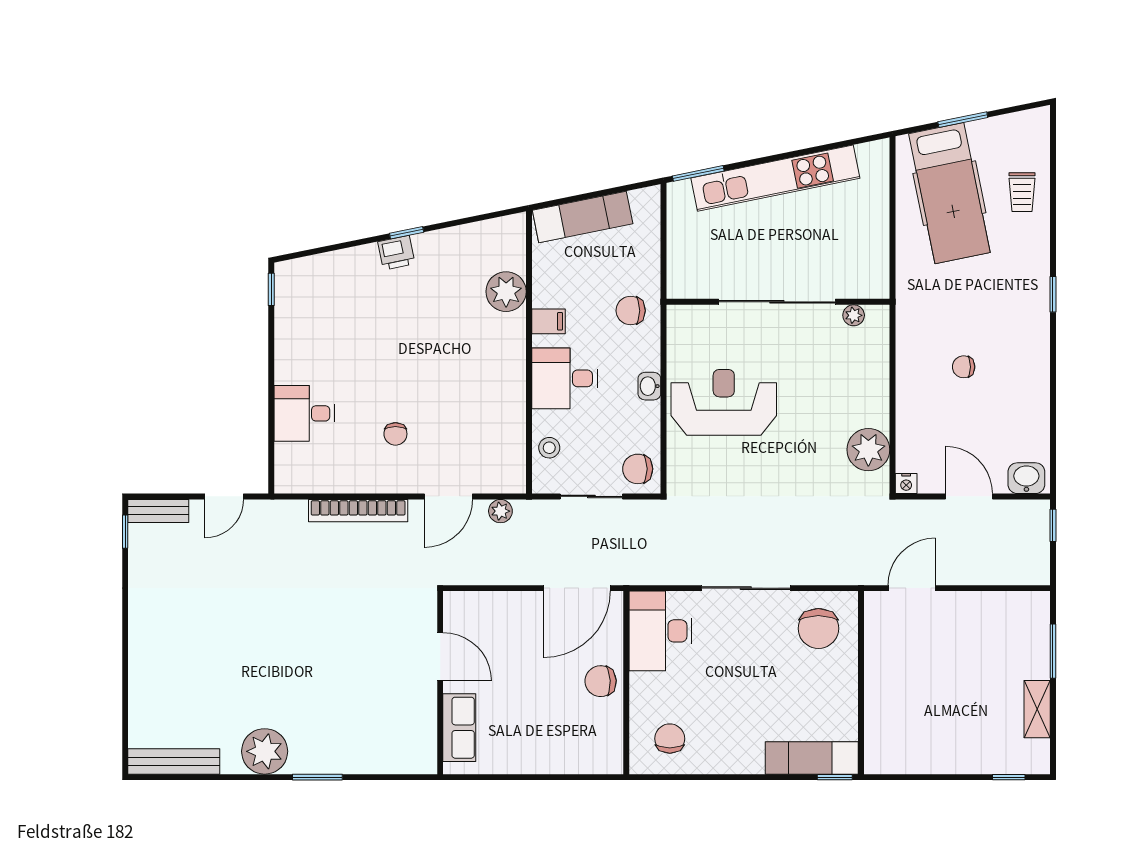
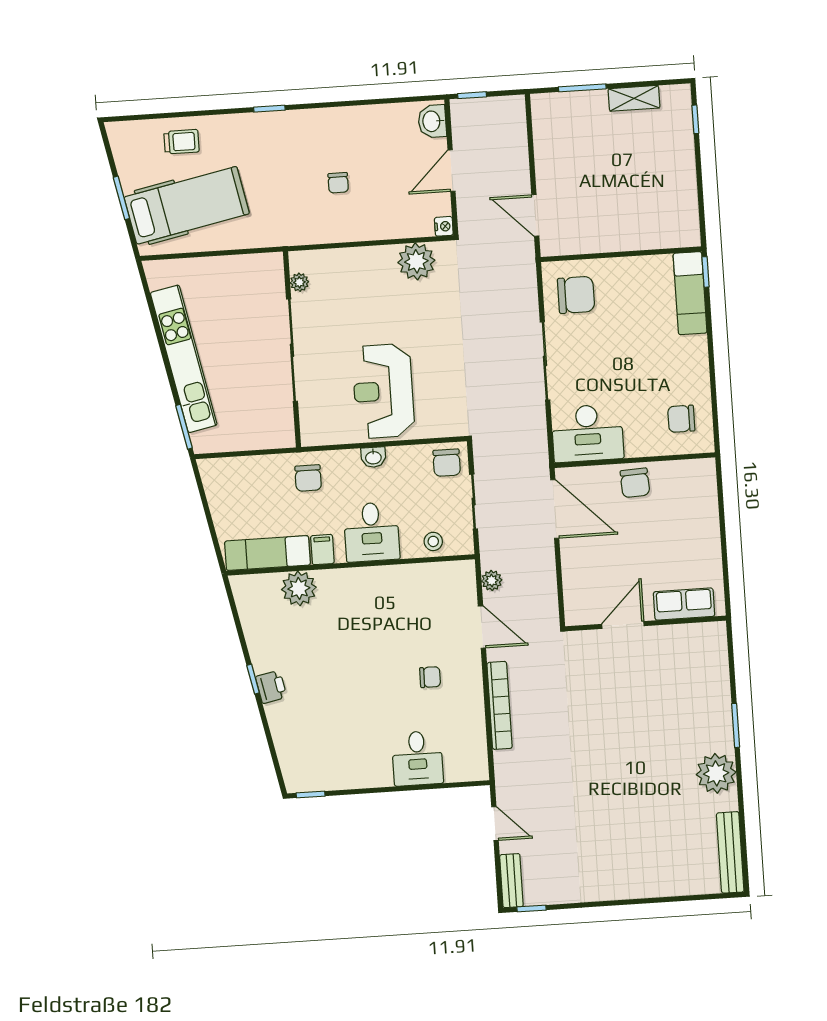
exam couch: (583, 217) -> (267, 553), moved, turned -79

